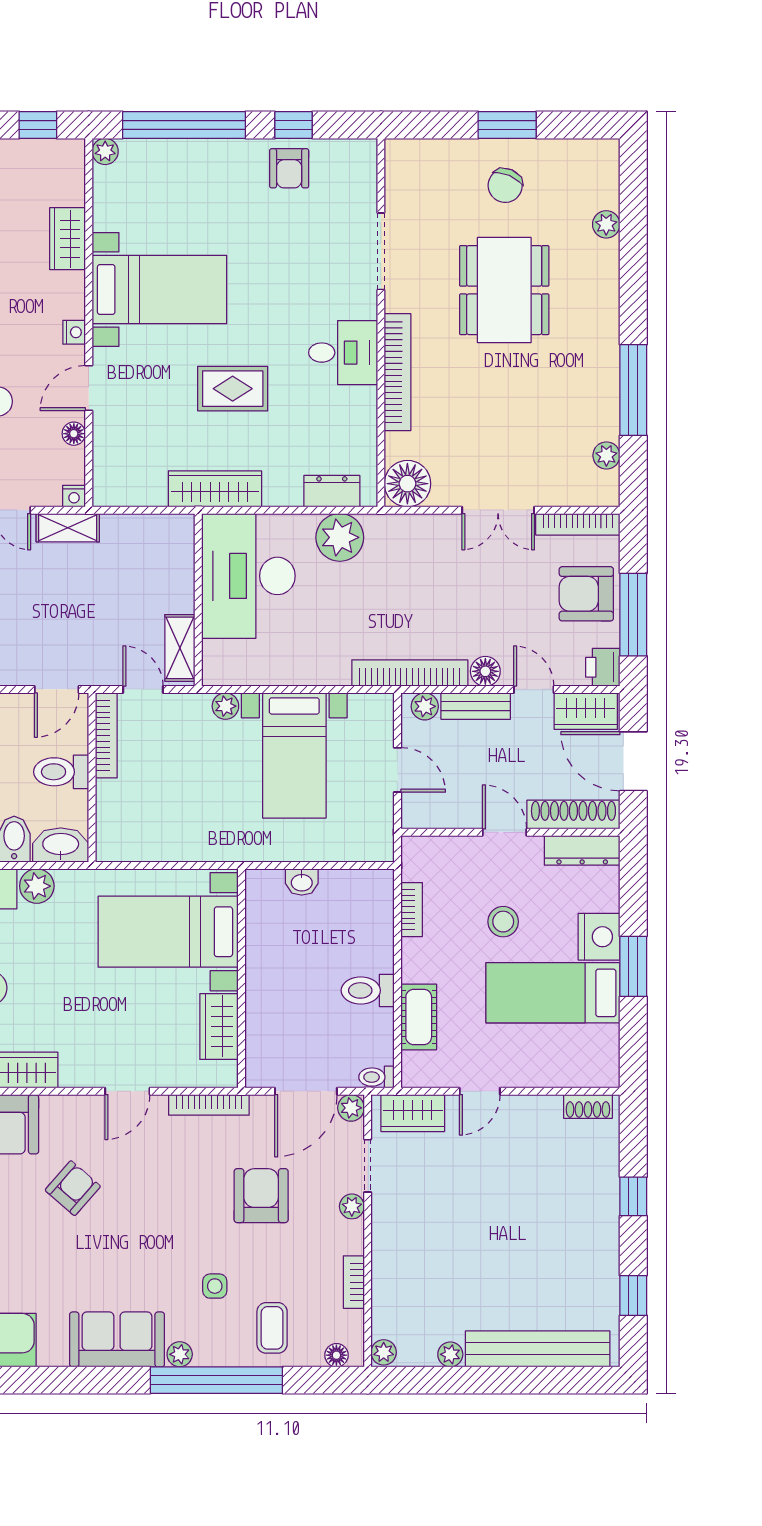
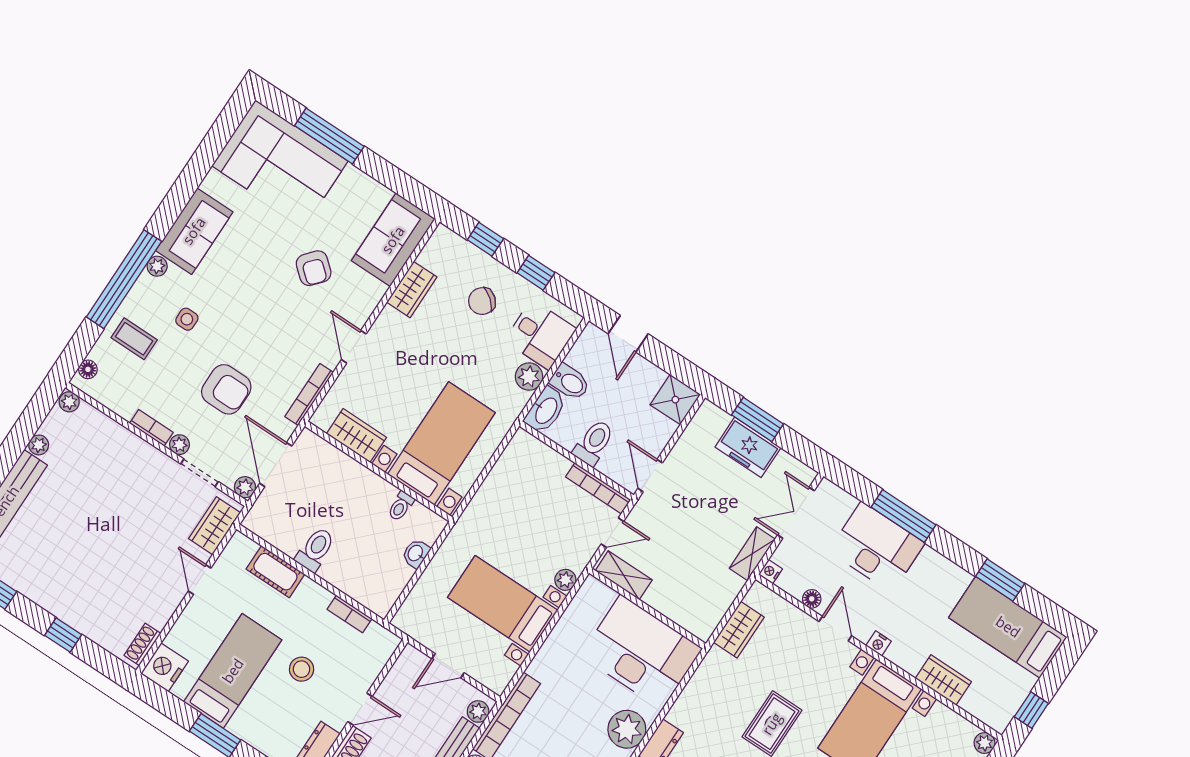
wardrobe: (215, 489) -> (739, 630), moved, width x0.67
nightstand: (599, 937) -> (165, 667), moved, turned 90
toilet: (377, 1077) -> (401, 506), moved, turned 180
bookcase: (354, 1282) -> (151, 428), moved

